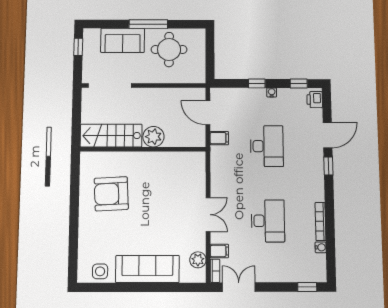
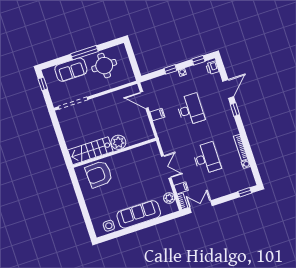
stairs: (111, 136) -> (90, 151), moved
plant: (153, 137) -> (118, 142), moved
wall: (143, 149) -> (114, 153), moved

